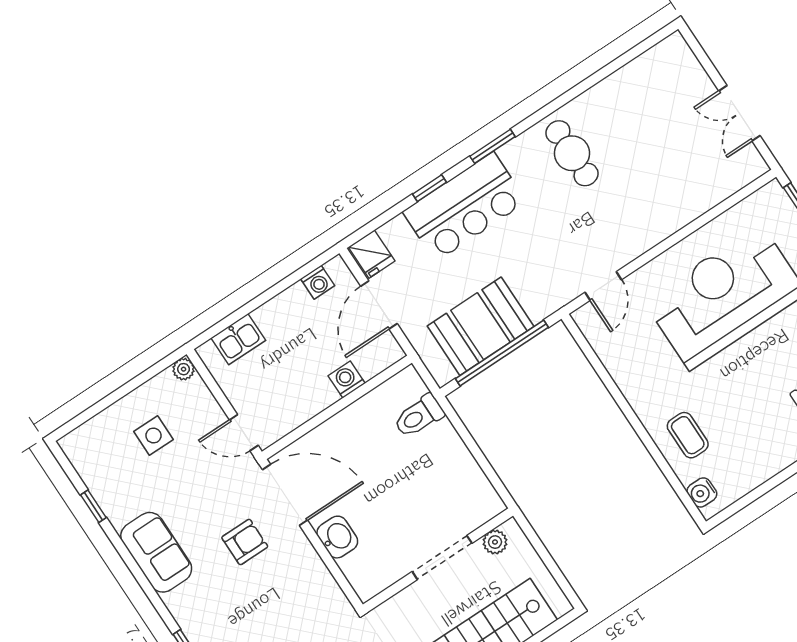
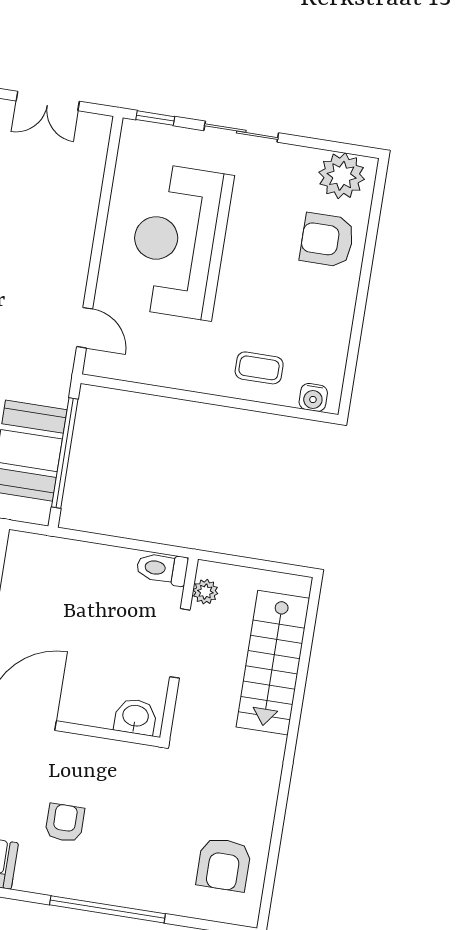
toilet: (419, 416) -> (162, 569), moved, turned 90
washbasin: (337, 537) -> (135, 717), moved
armchair: (245, 542) -> (65, 823), moved

